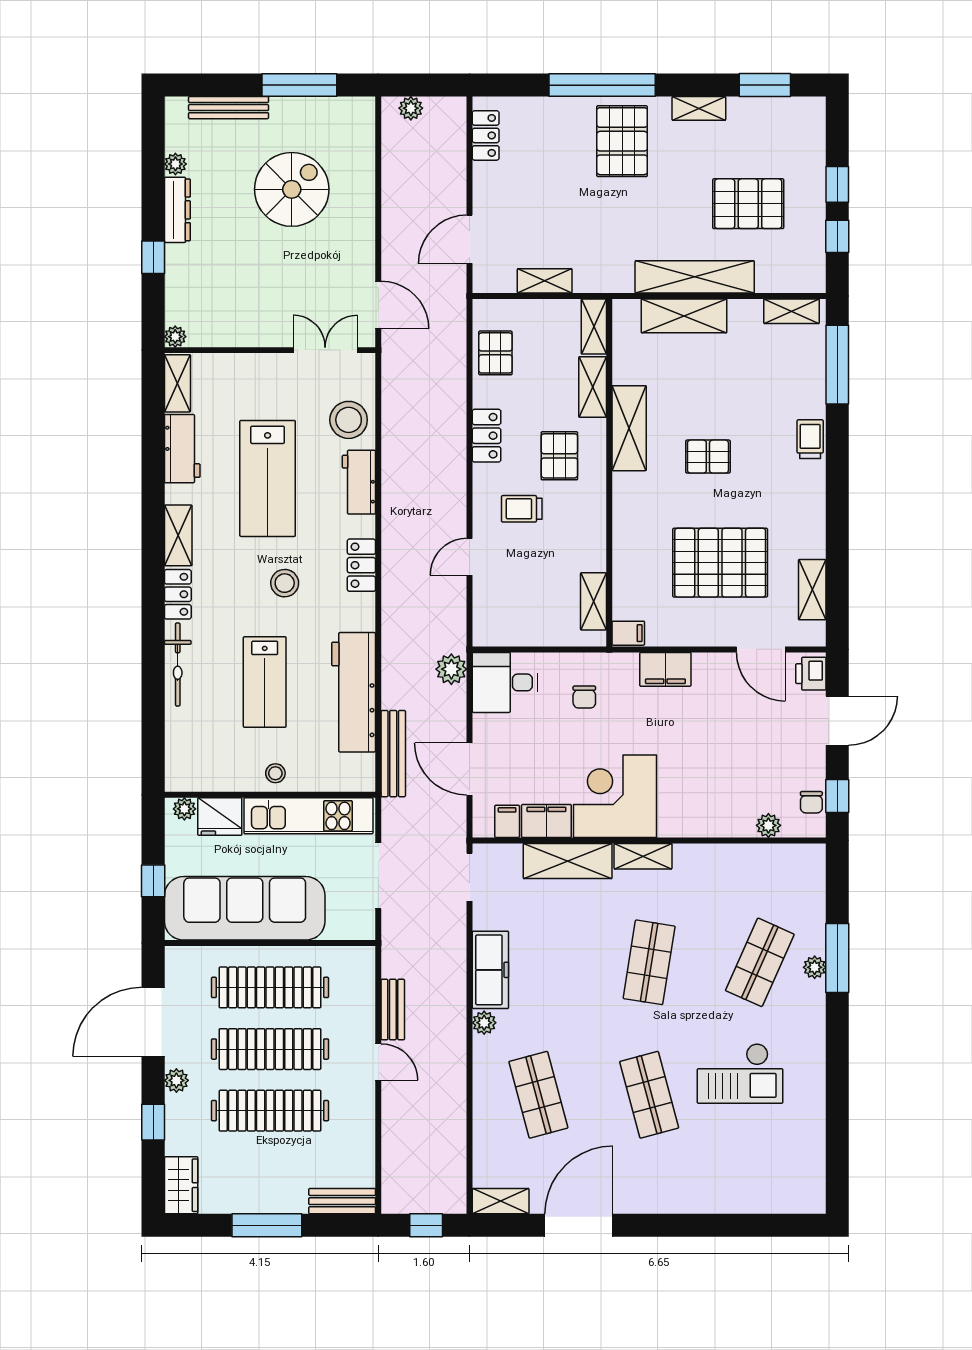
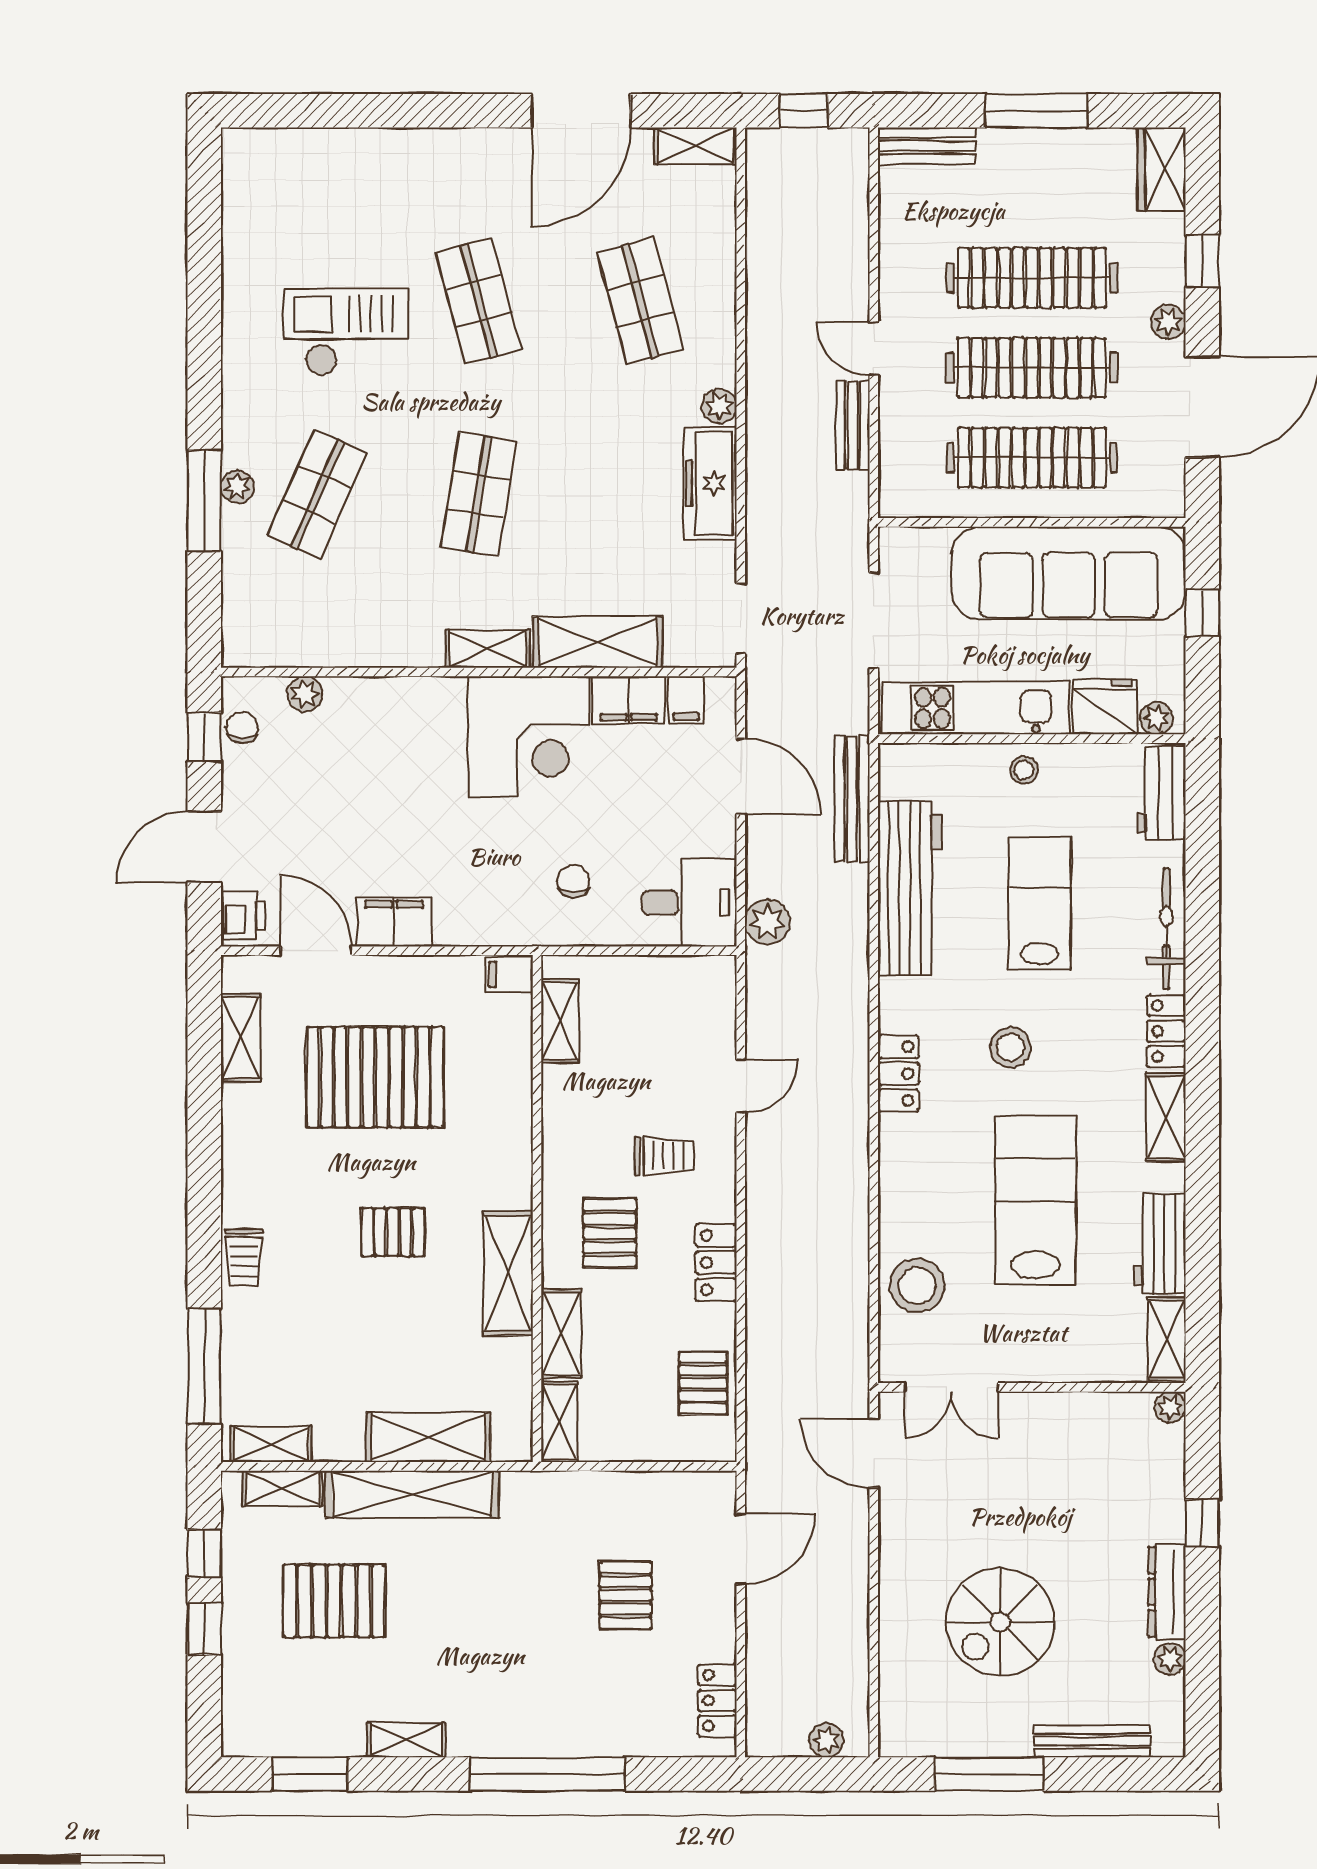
pallet: (622, 141) -> (625, 1595), moved, width x0.67, depth x0.71
shelving: (545, 281) -> (282, 1488), moved
workbench: (359, 482) -> (1162, 793), moved, turned 180
filing cabinet: (665, 669) -> (394, 922), moved

